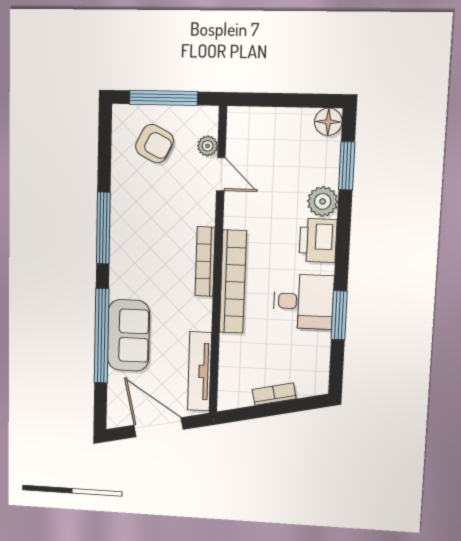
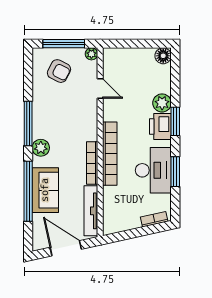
plant: (208, 146) -> (91, 54), moved
window: (347, 166) -> (175, 121), moved
bookcase: (205, 262) -> (92, 163), moved
plant: (123, 268) -> (41, 148), added
desk: (303, 302) -> (153, 170), width x1.37
bookcase: (274, 394) -> (154, 219), moved

